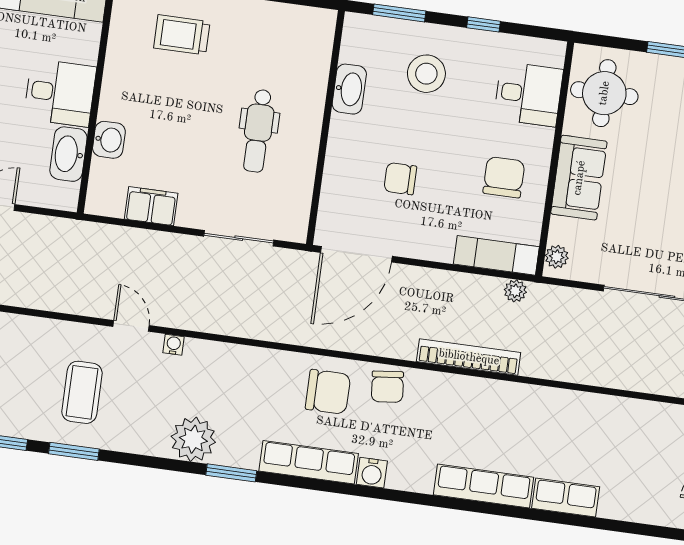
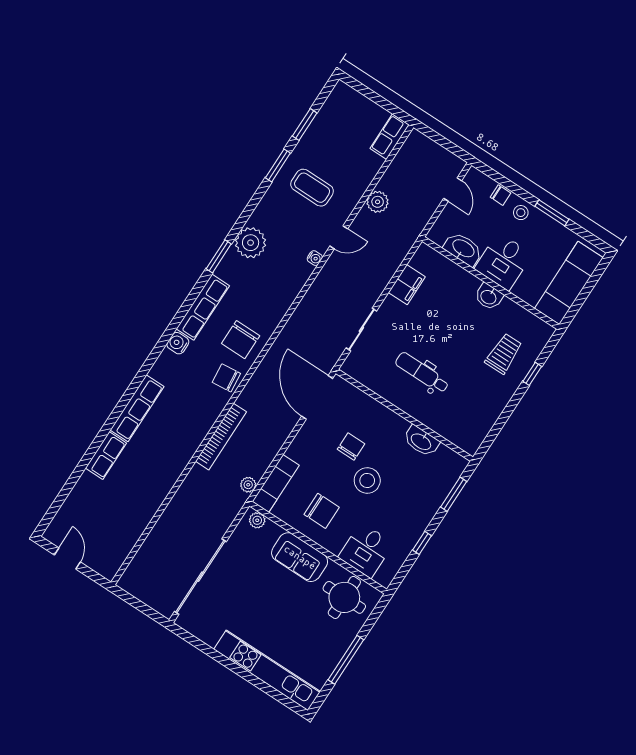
stool: (426, 74) -> (367, 480), moved
washbasin: (109, 140) -> (489, 297), moved
plant: (60, 297) -> (378, 202), added

